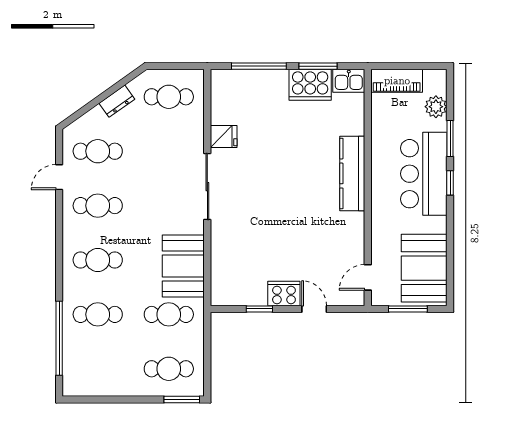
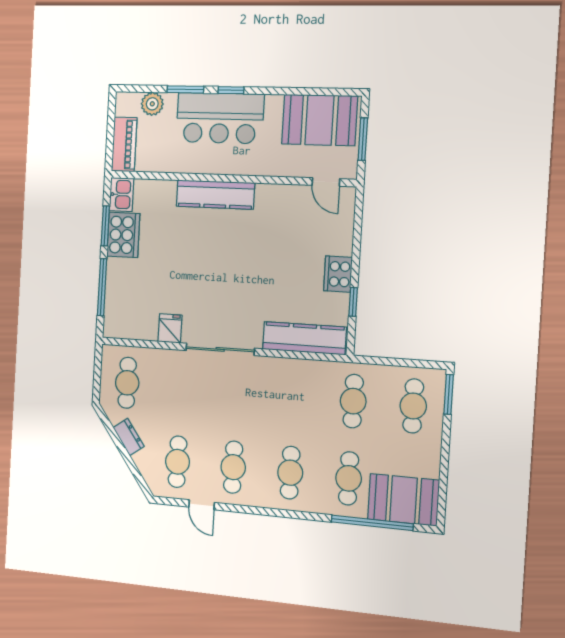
booth: (183, 266) -> (403, 500), moved
kitchen counter: (223, 266) -> (304, 338), added
door: (314, 309) -> (357, 242), removed

